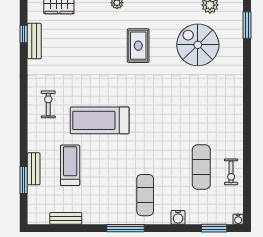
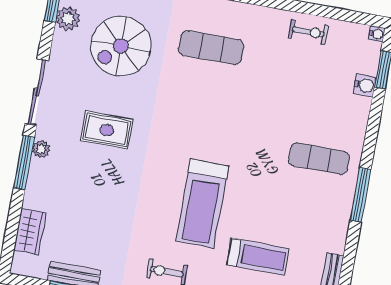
treadmill: (70, 165) -> (258, 257), turned 180
exercise mat: (201, 167) -> (211, 48), moved
water cooler: (178, 217) -> (365, 85), moved

